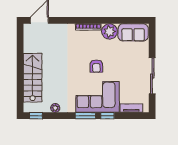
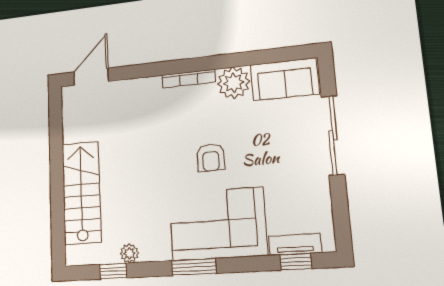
sliding door: (152, 76) -> (333, 135), moved
window: (36, 116) -> (113, 271), moved
window: (107, 116) -> (296, 262), moved

